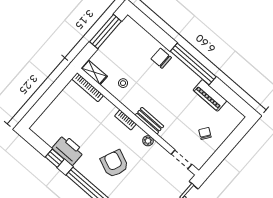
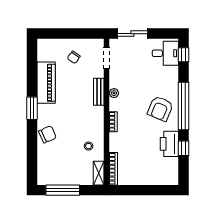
chair: (161, 58) -> (47, 134), turned -114
window: (193, 64) -> (32, 108), width x0.47
piano: (210, 95) -> (46, 83), width x1.37, depth x1.33
bench: (149, 121) -> (99, 92), moved
armchair: (114, 164) -> (160, 109), moved

